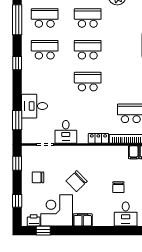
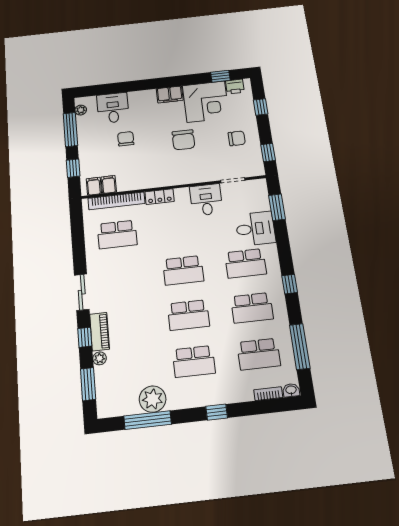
school desk: (45, 82) -> (246, 263), added
chair: (77, 181) -> (183, 140), turned 134

